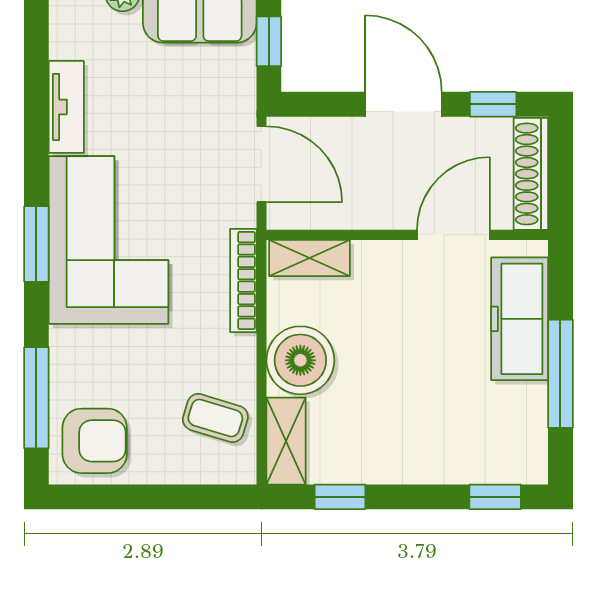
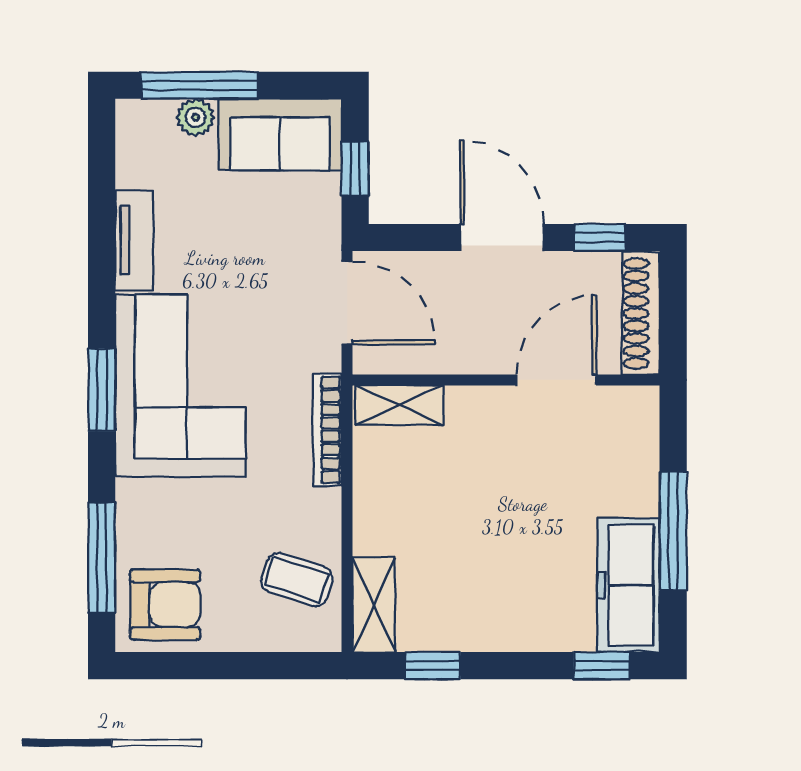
freezer: (520, 319) -> (629, 585), moved
boiler: (300, 360) -> (390, 517), removed

